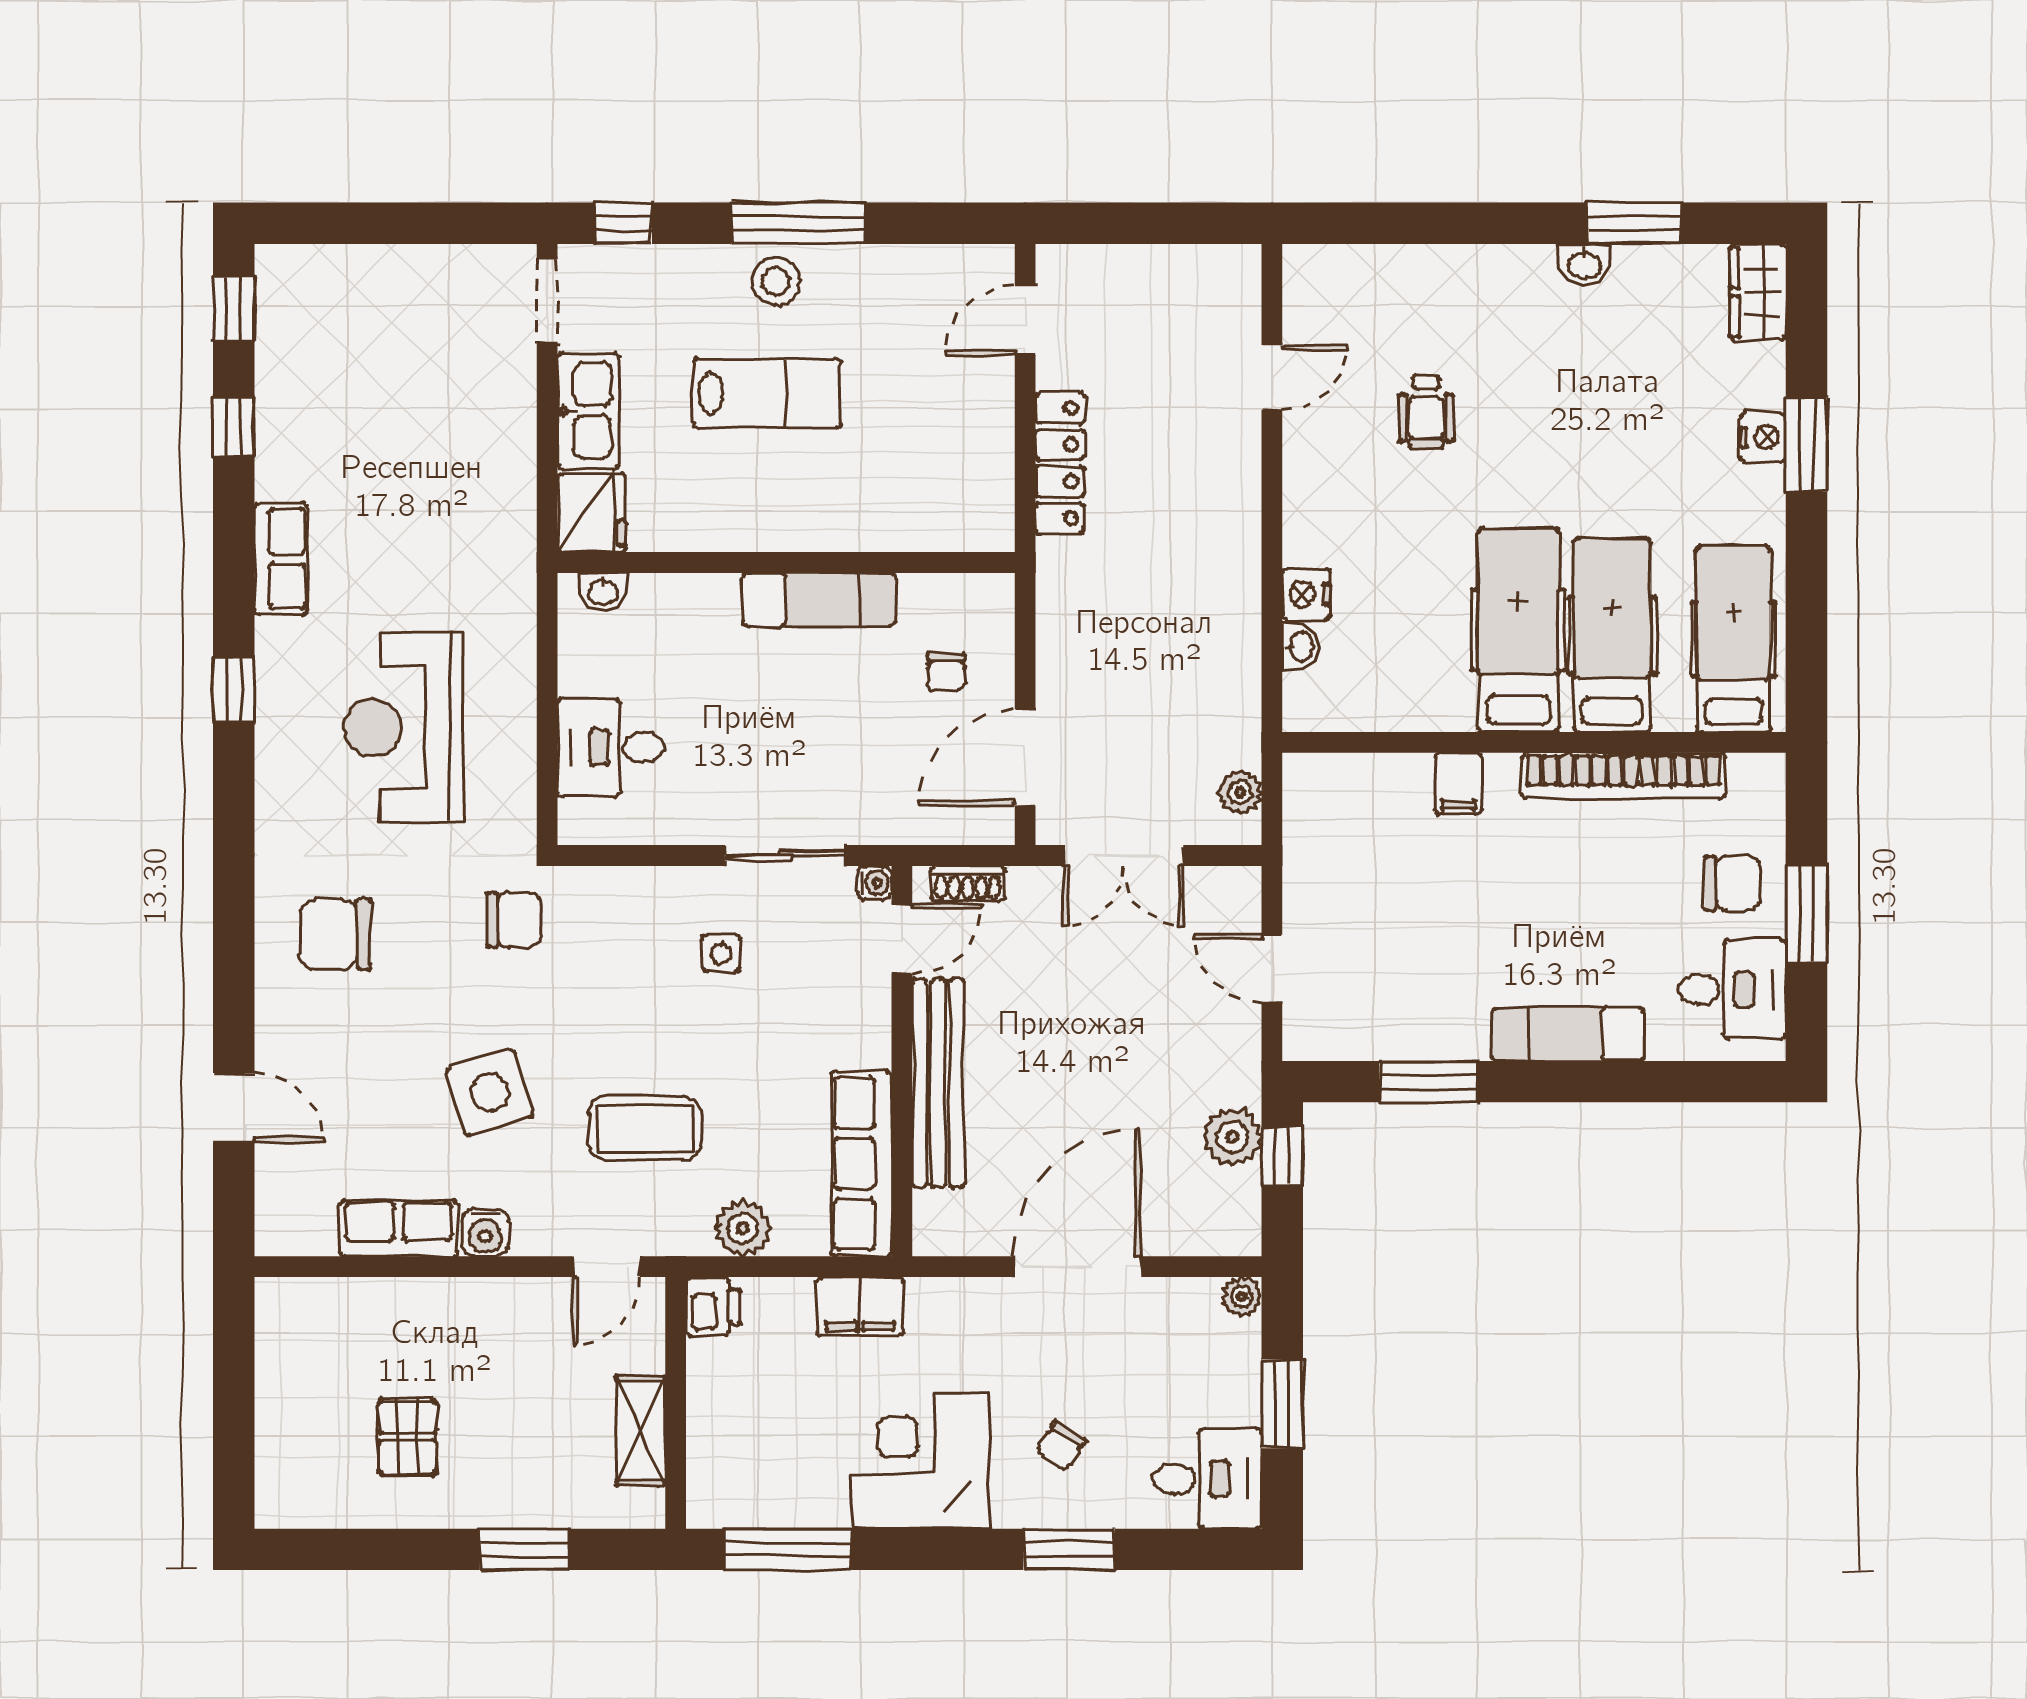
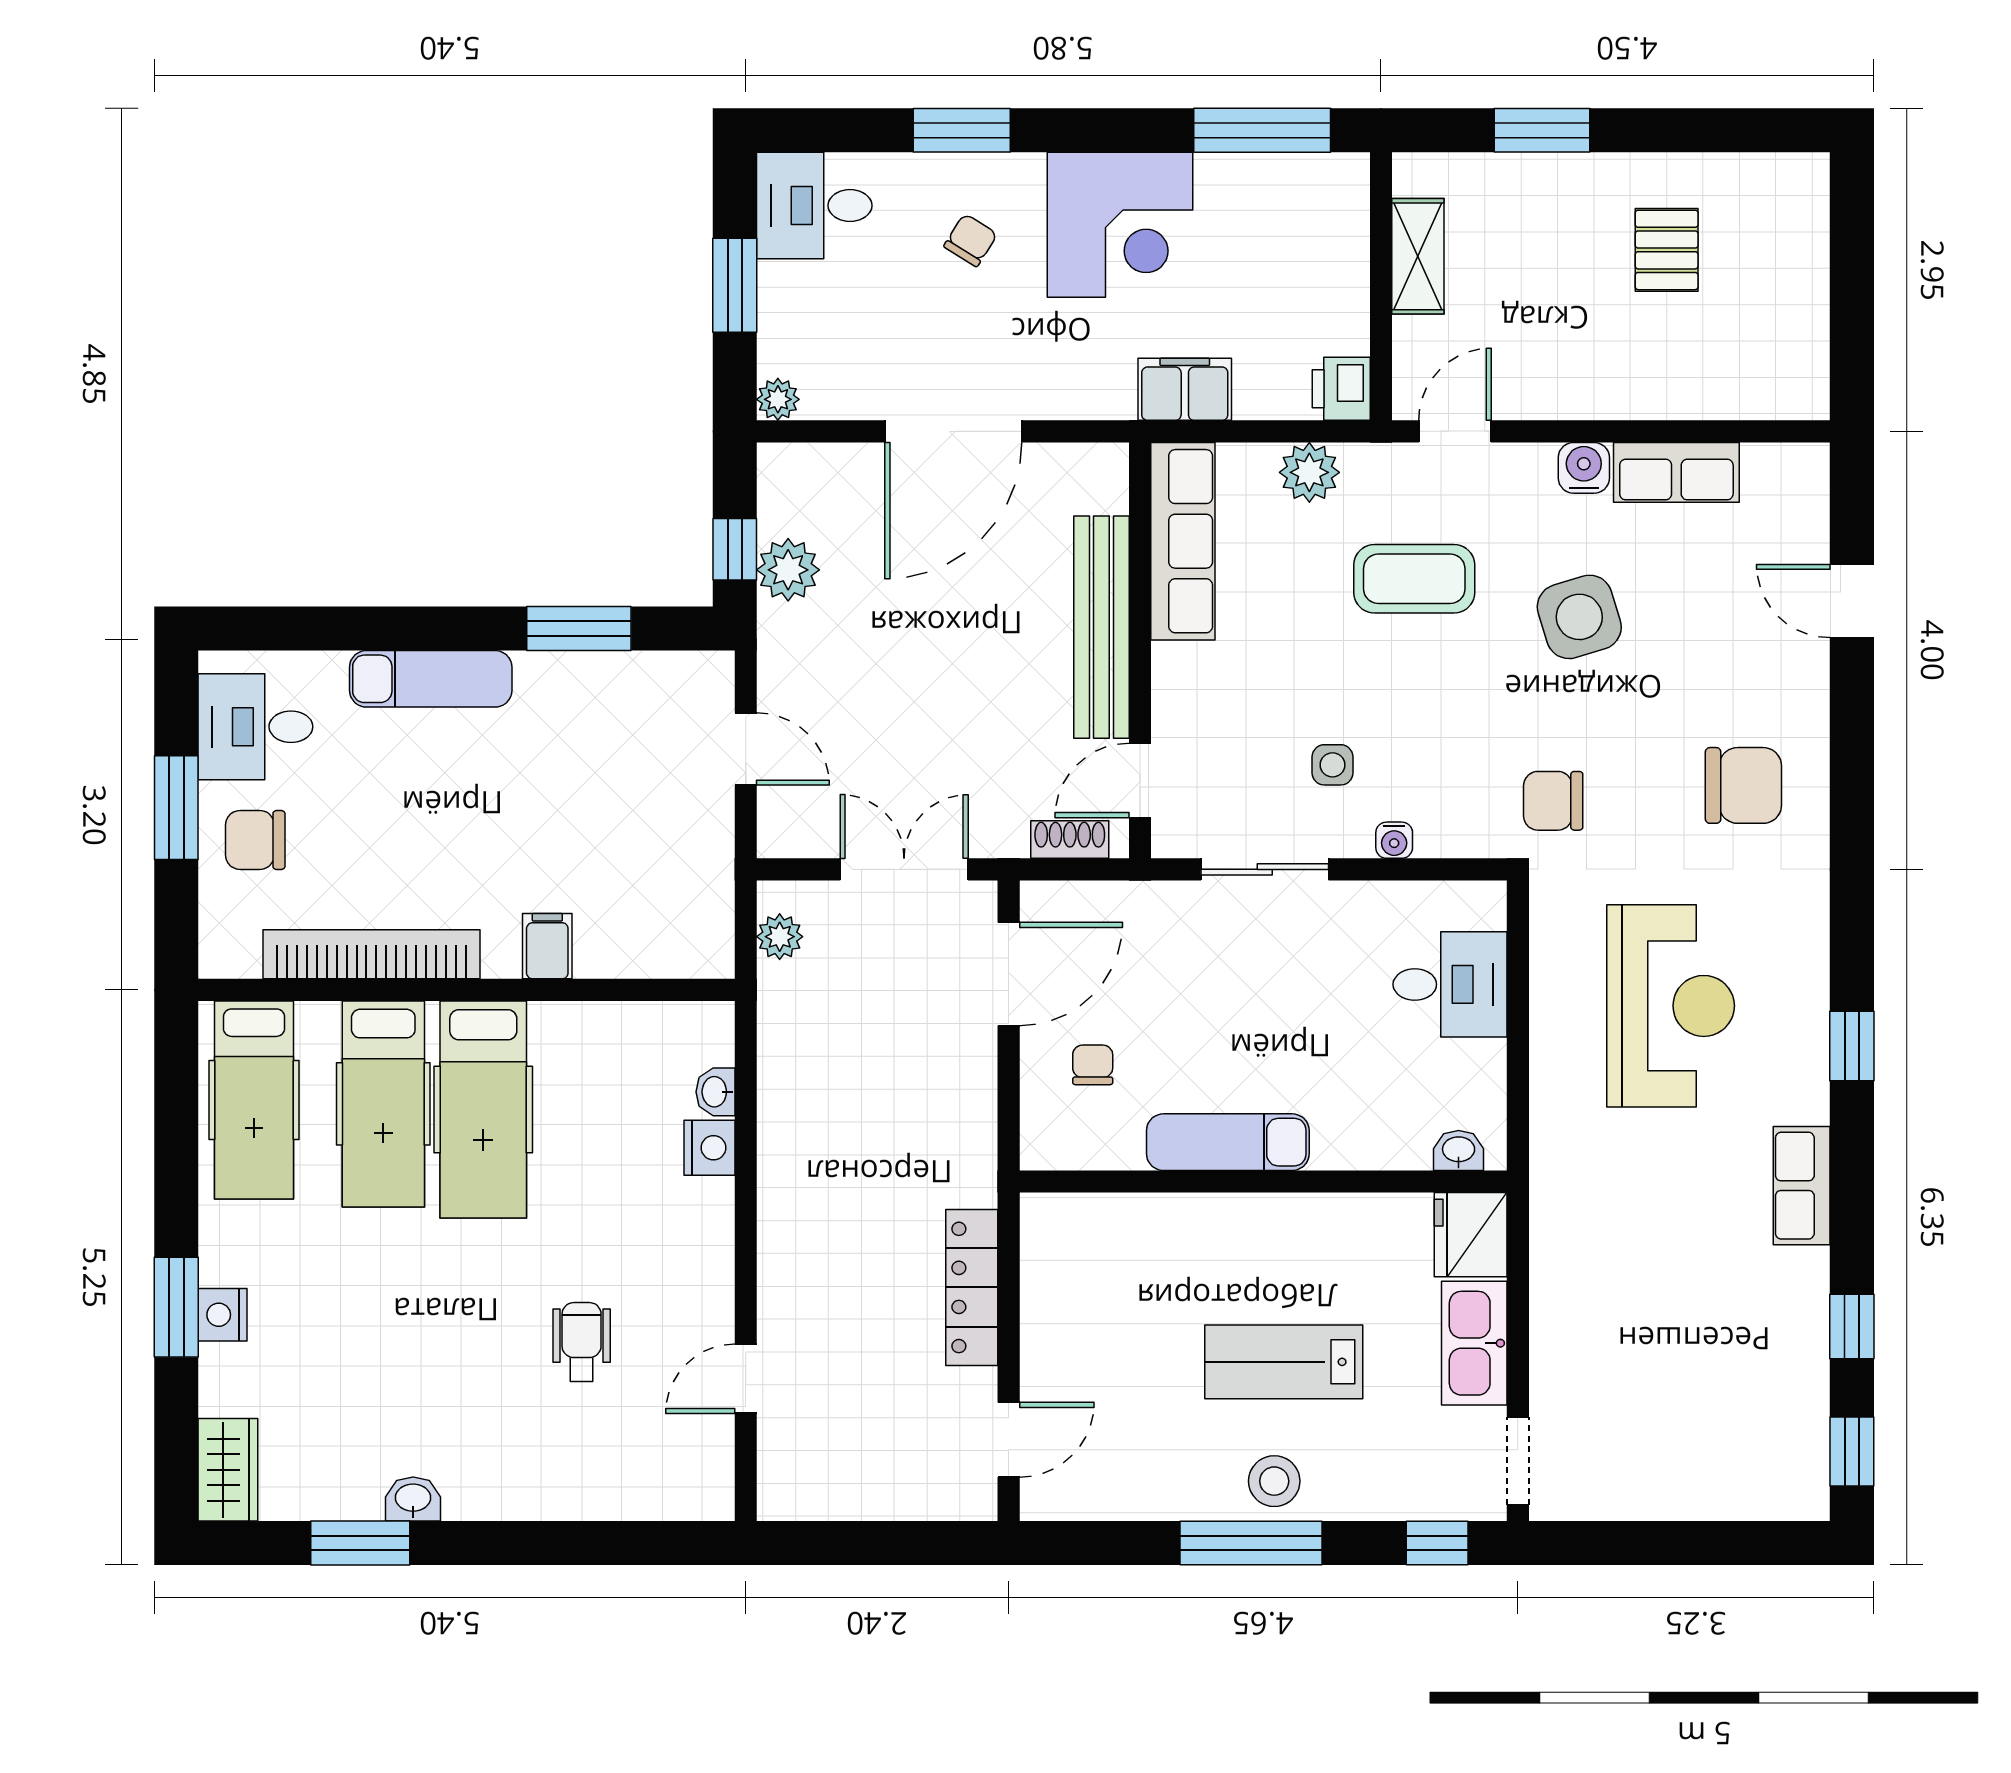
water cooler: (874, 883) -> (1394, 840), moved, turned -90

